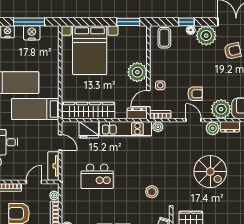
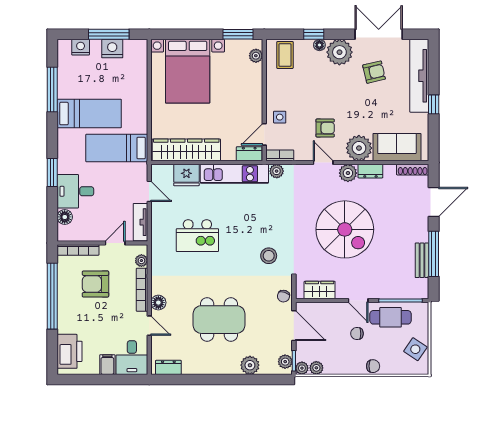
plant: (137, 72) -> (256, 56), moved, width x0.53, depth x0.53
spiral stairs: (210, 172) -> (345, 229), width x1.37, depth x1.37

